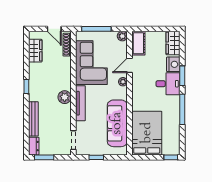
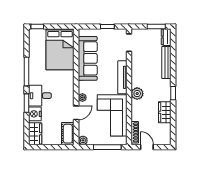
wardrobe: (35, 51) -> (165, 112), moved
plant: (65, 97) -> (137, 94), moved

